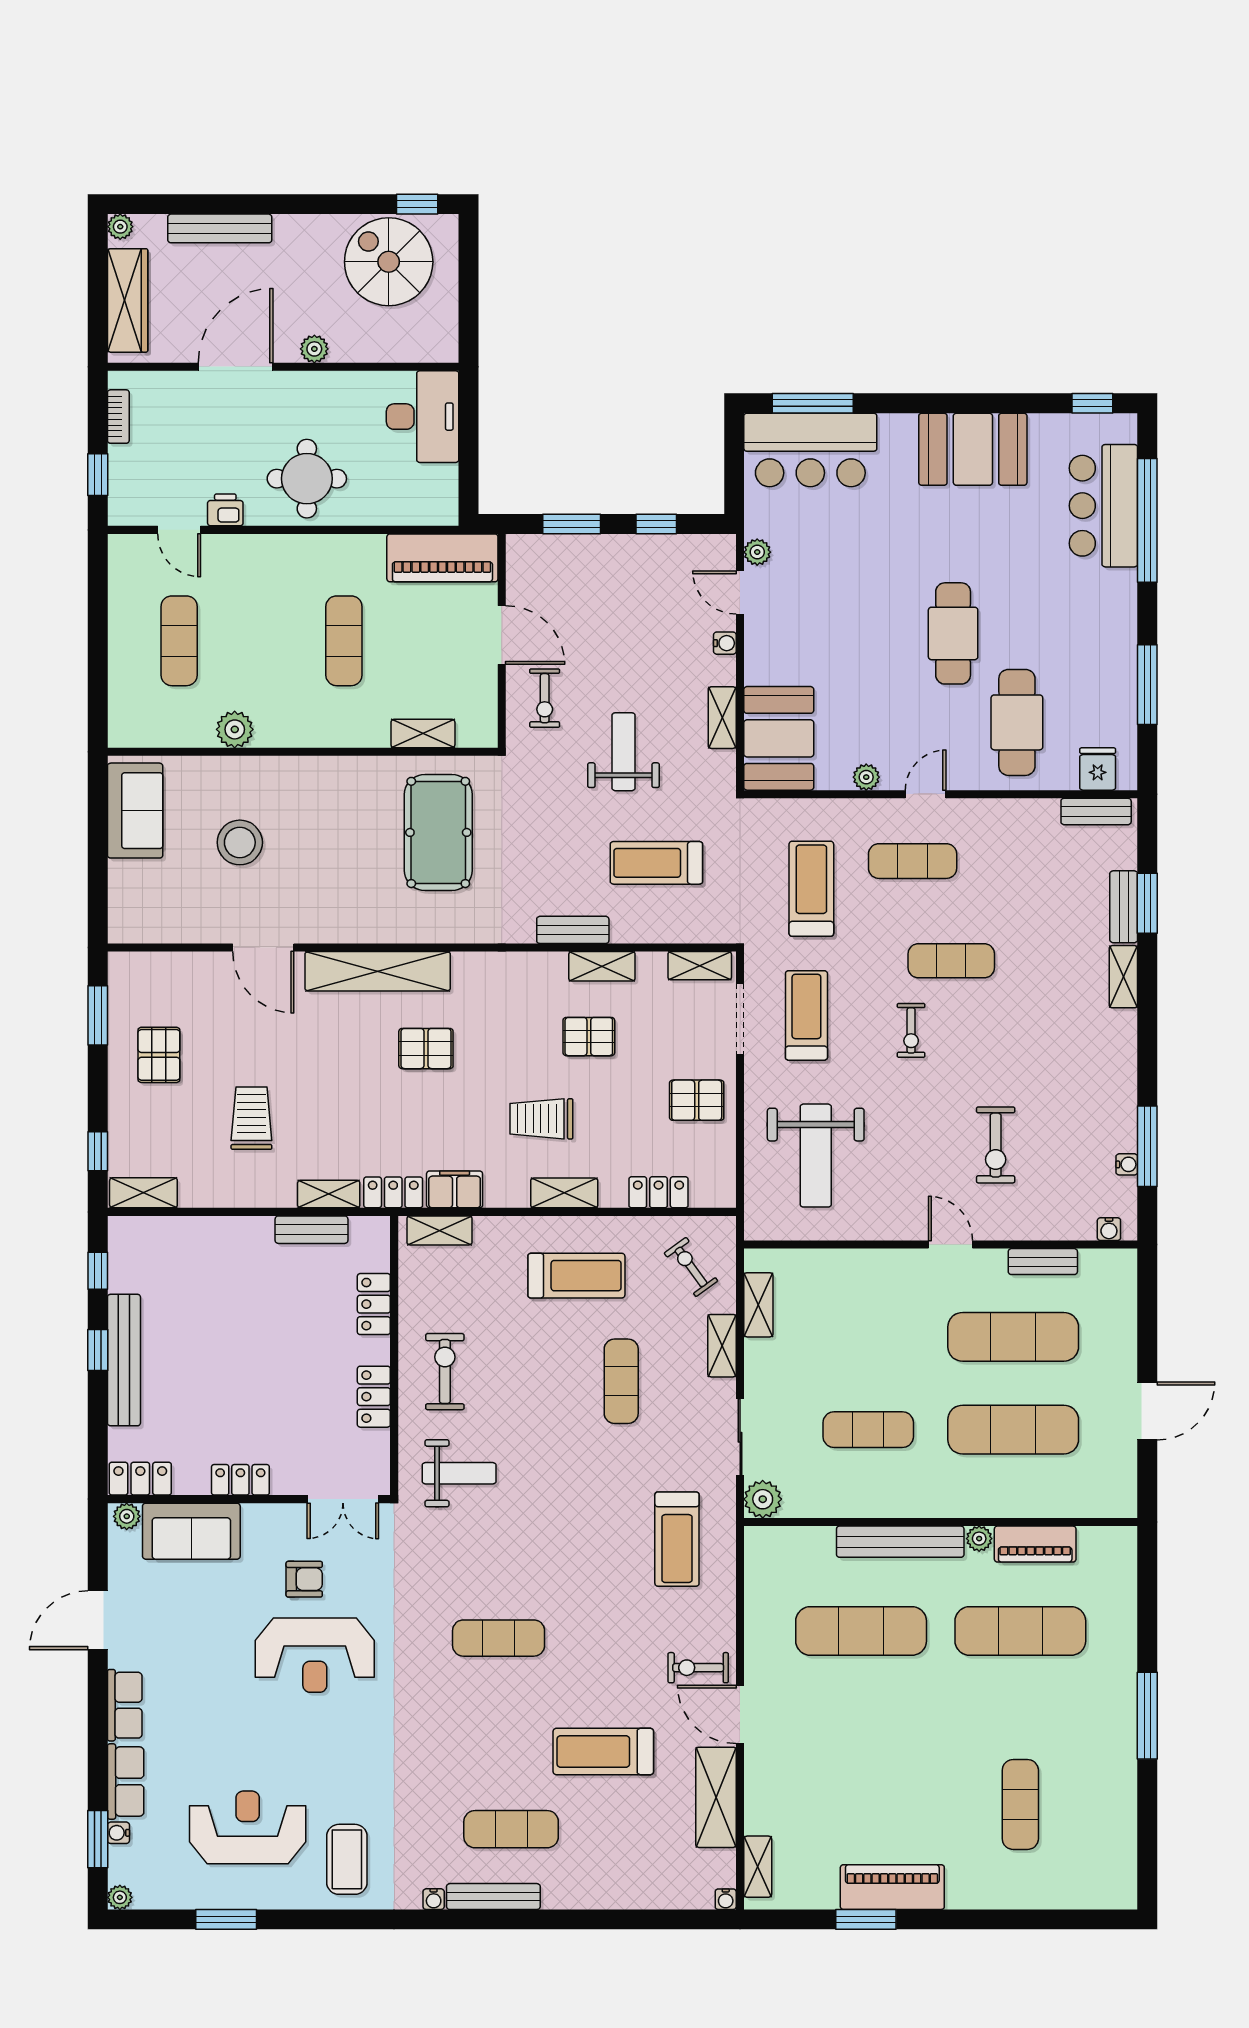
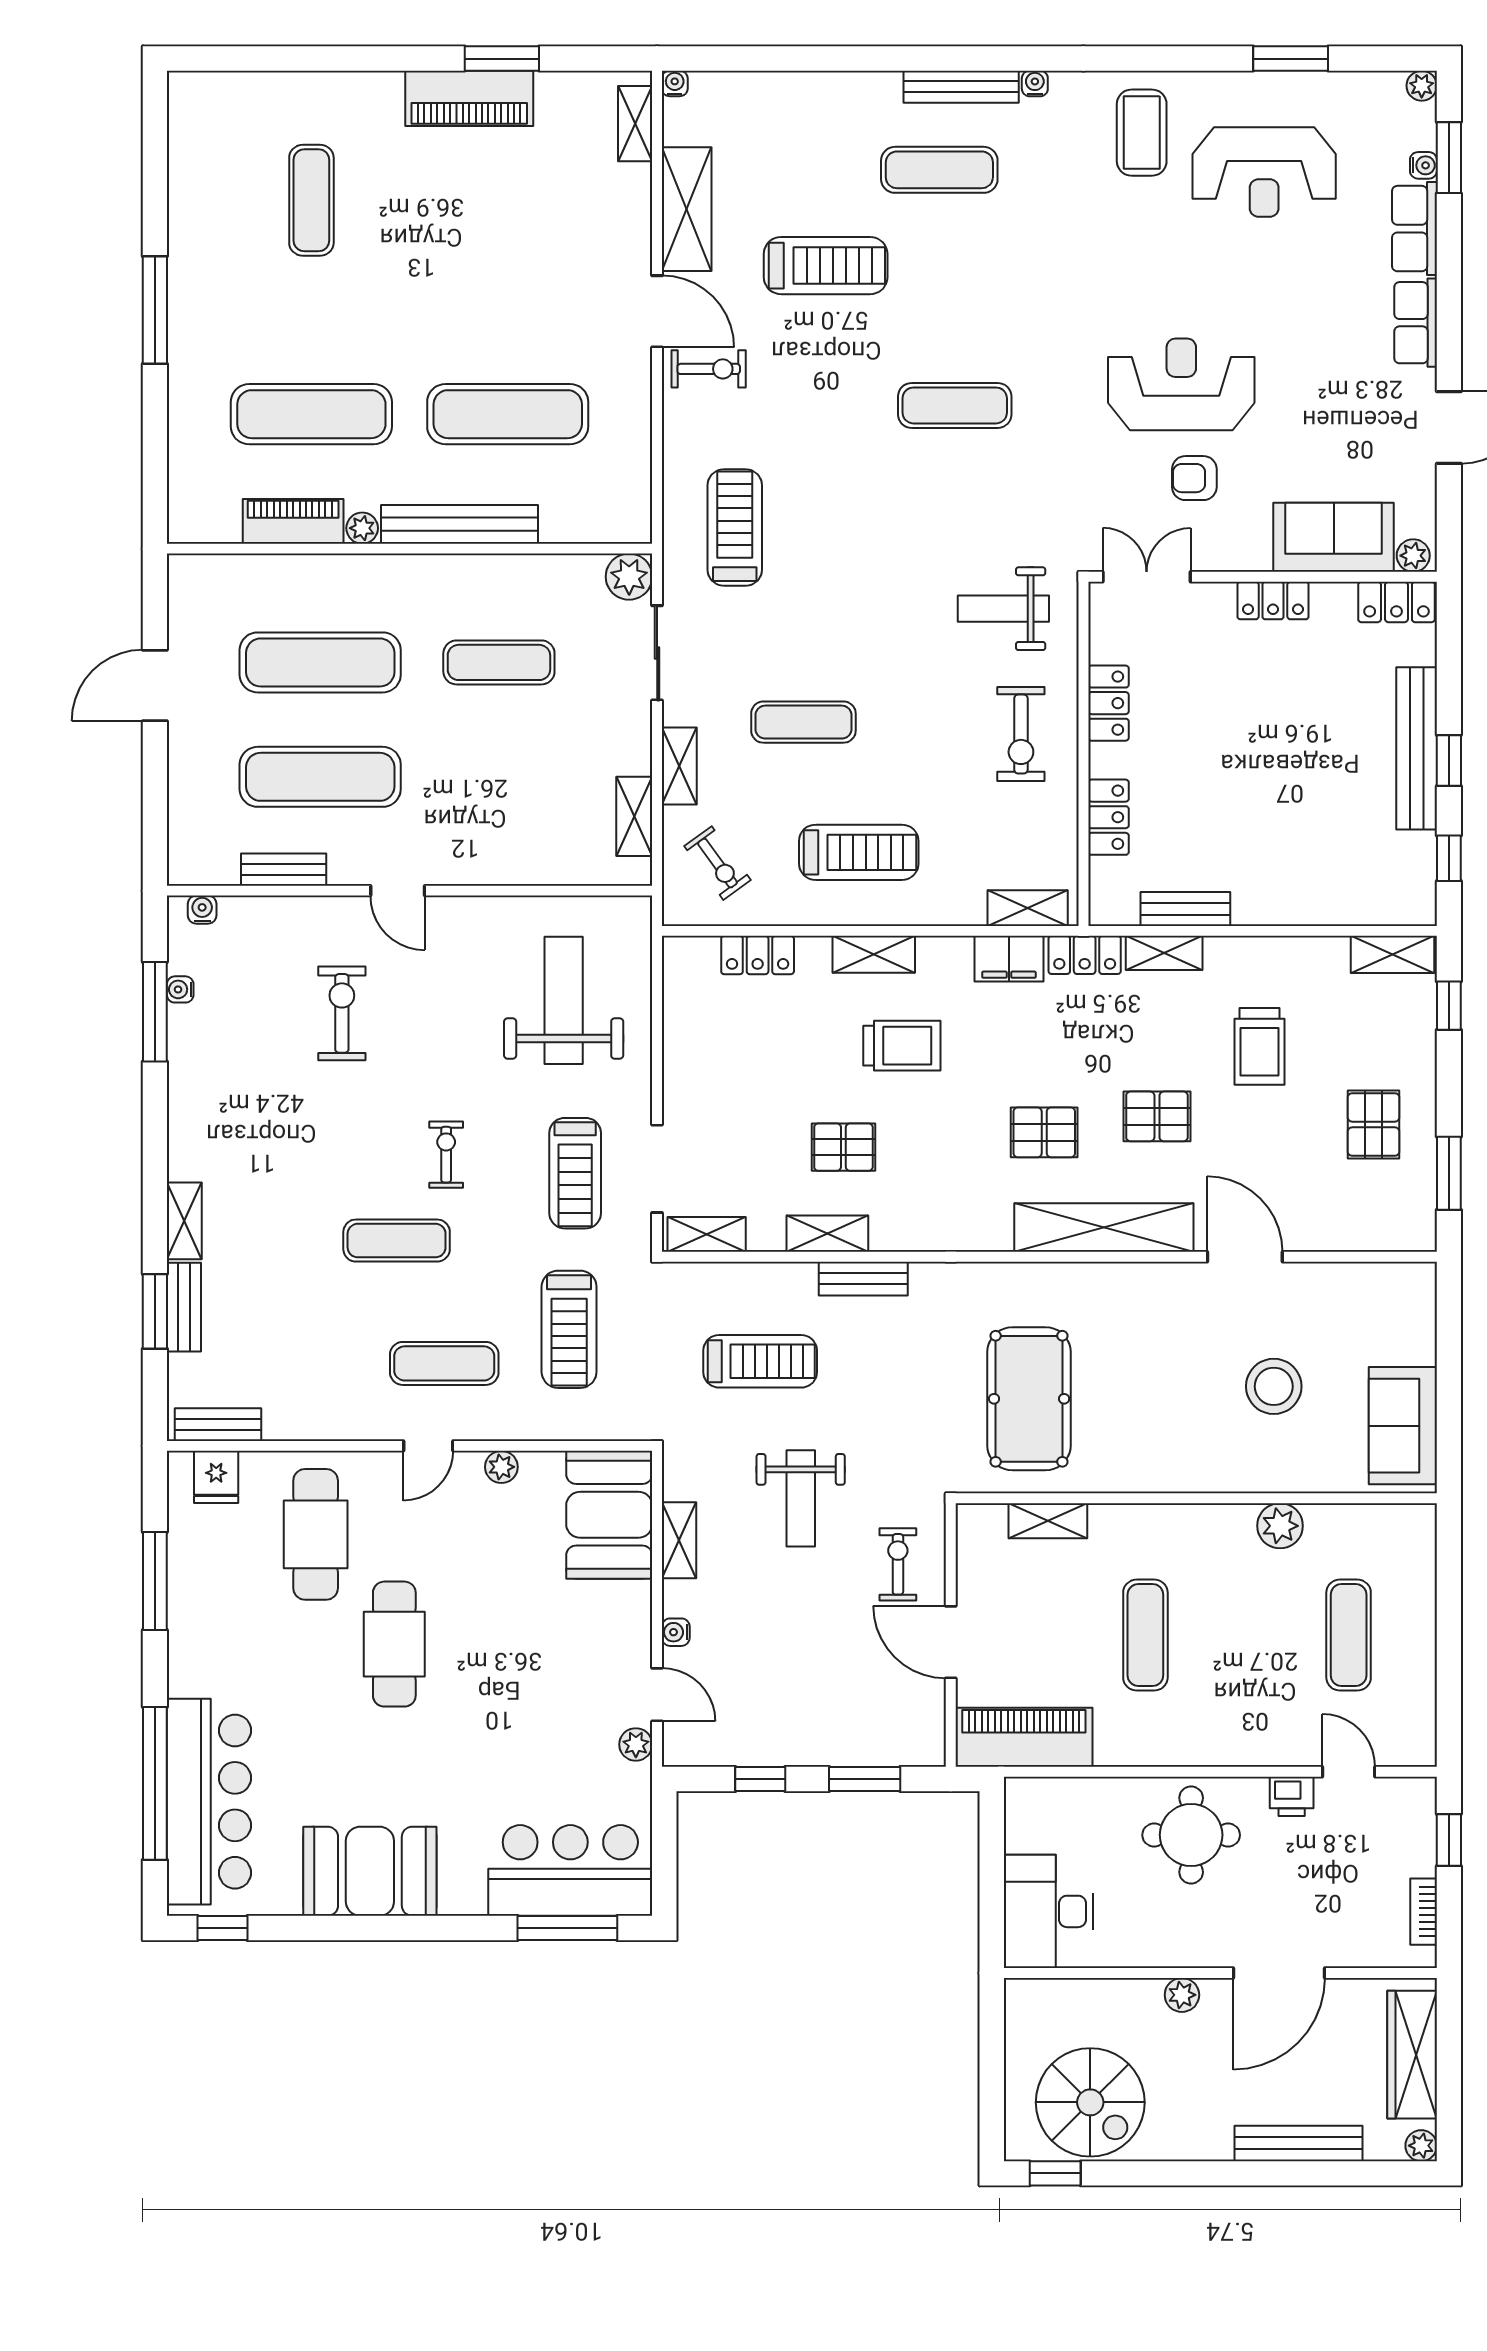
bar counter: (1103, 506) -> (209, 1802), width x1.36
pallet: (697, 1100) -> (1157, 1116), moved
treadmill: (576, 1276) -> (859, 852), turned 180
exercise mat: (621, 1381) -> (803, 722), turned 90

